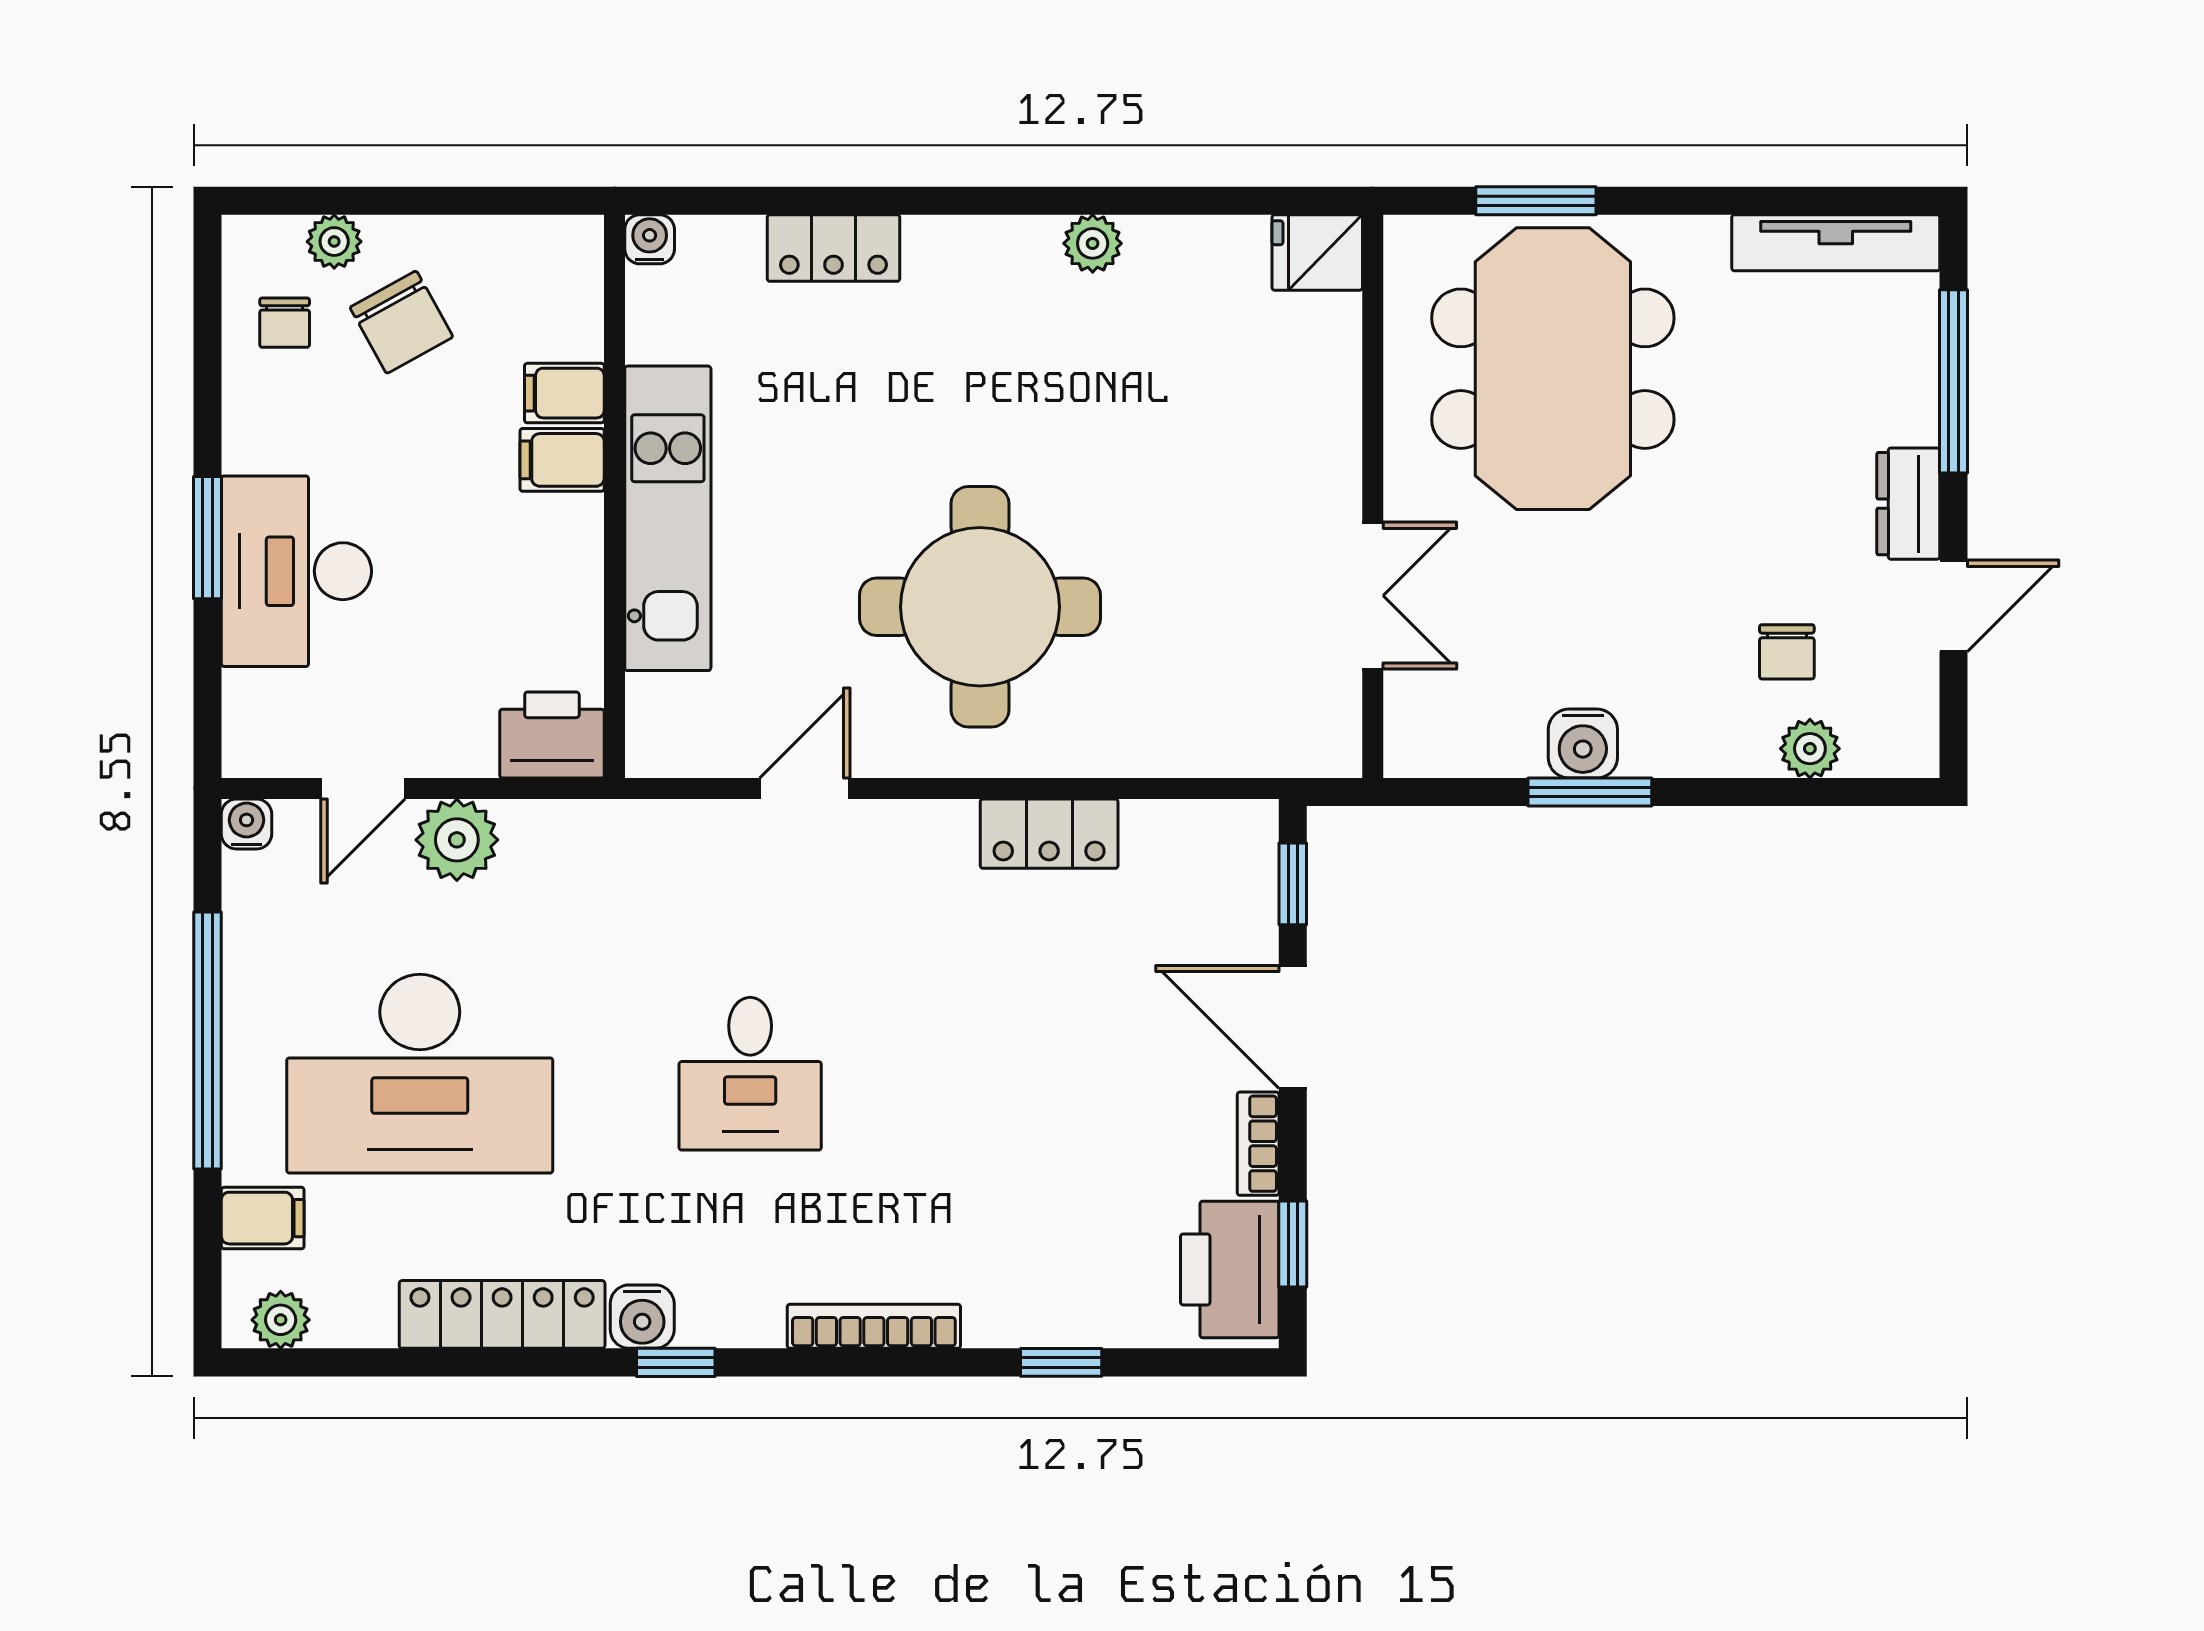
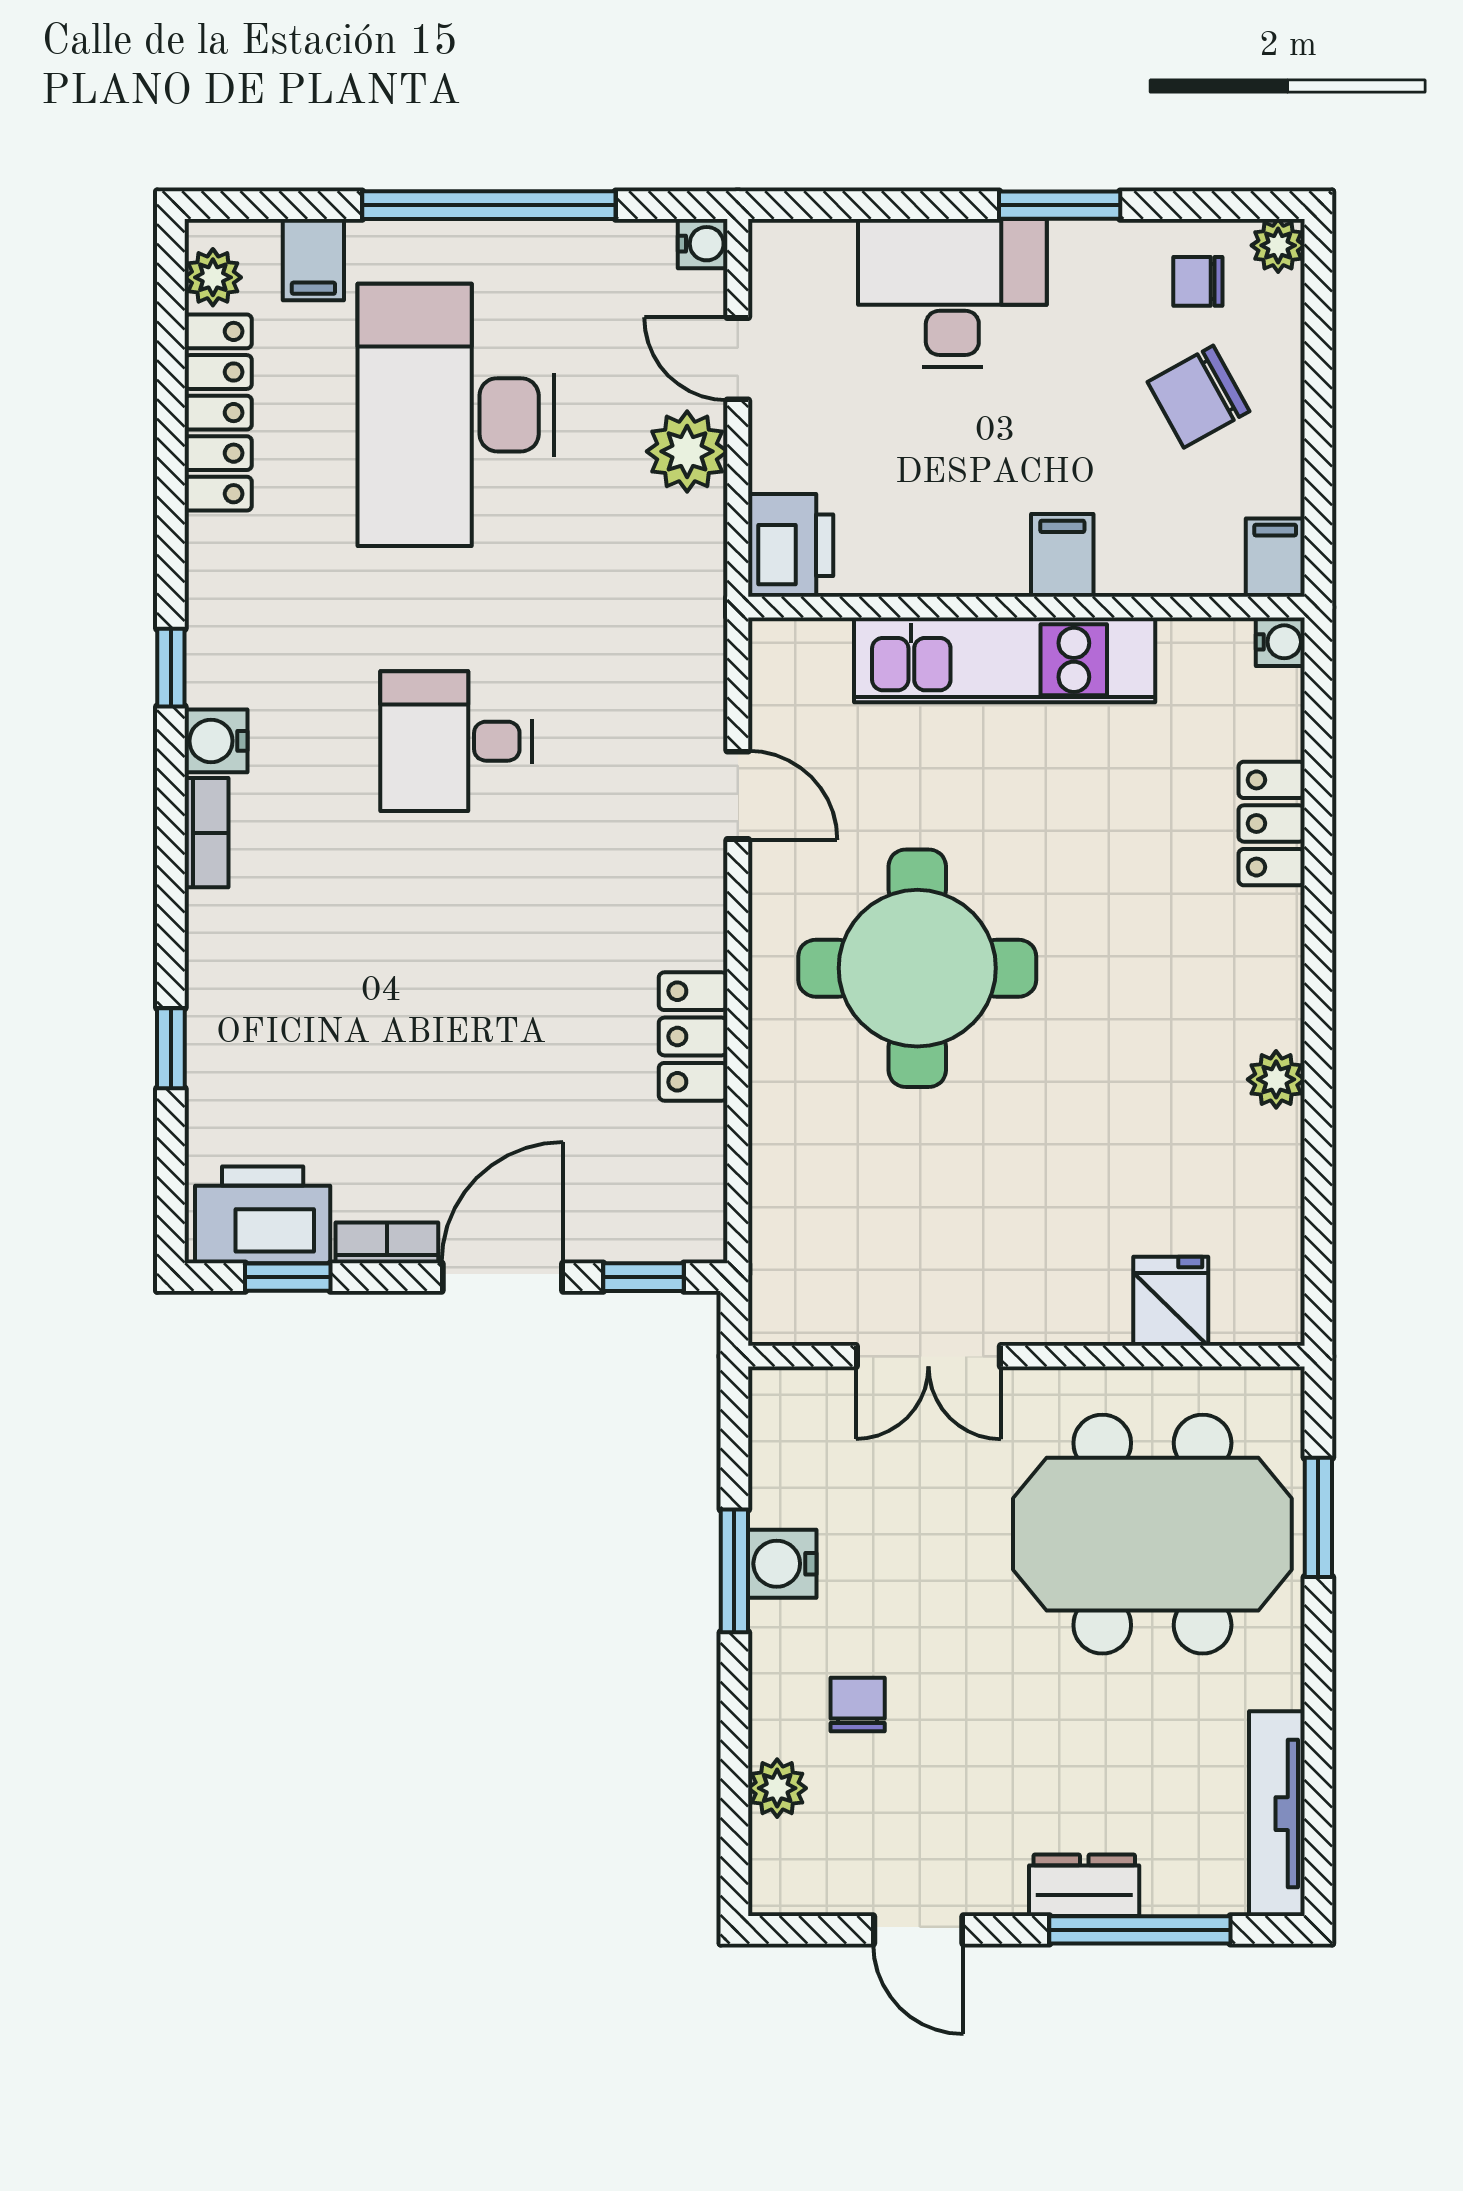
plant: (334, 242) -> (1278, 245), moved
fridge: (1317, 252) -> (1171, 1301), moved
filing cabinet: (564, 393) -> (1275, 558), moved
dresser: (1908, 504) -> (1084, 1885), moved
window: (208, 538) -> (1060, 205), moved
chair: (1787, 652) -> (858, 1705), moved, turned 90
locker: (502, 1314) -> (218, 413), moved
water cooler: (642, 1317) -> (216, 741), moved
bookcase: (874, 1326) -> (206, 833), width x0.64

